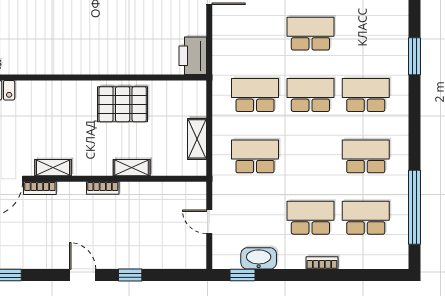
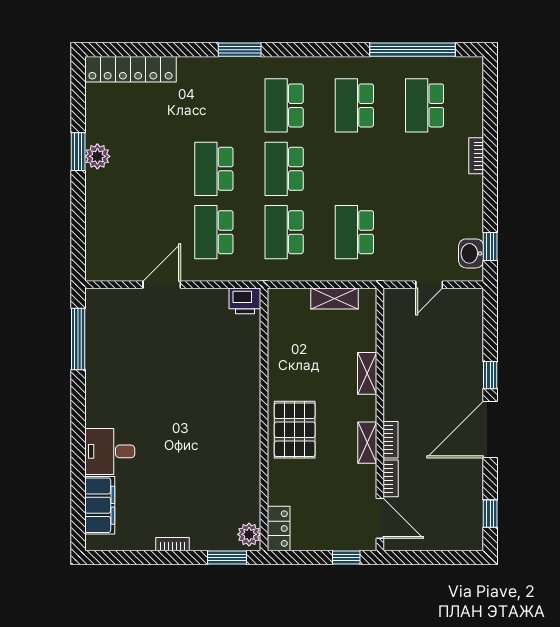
printer: (193, 56) -> (245, 301), width x0.73, depth x0.84
pallet: (123, 104) -> (295, 430), moved
shelving: (53, 168) -> (367, 443), moved
bookcase: (103, 188) -> (391, 440), moved
school desk: (310, 218) -> (214, 232), moved
washbasin: (259, 258) -> (471, 253), moved, width x0.72
door: (83, 275) -> (490, 430), width x1.88

